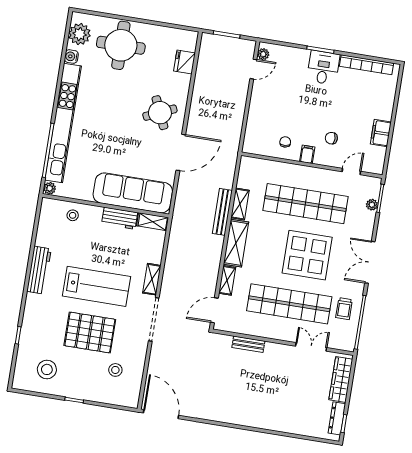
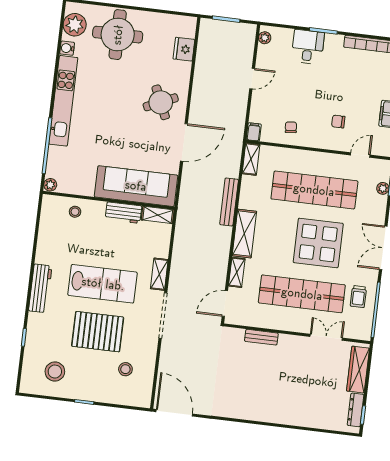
desk: (323, 68) -> (308, 47), moved
door: (253, 69) -> (252, 79), moved
kitchen unit: (63, 123) -> (63, 101), width x0.73
filing cabinet: (307, 154) -> (254, 132), moved
shelving: (240, 204) -> (251, 159), moved
workbench: (39, 270) -> (40, 288), moved

